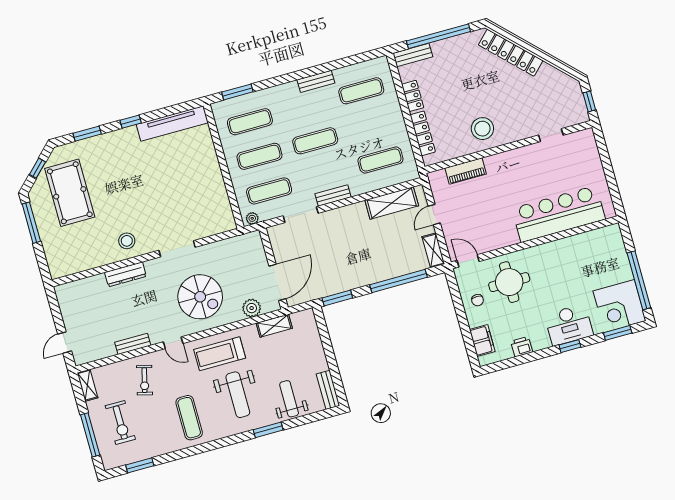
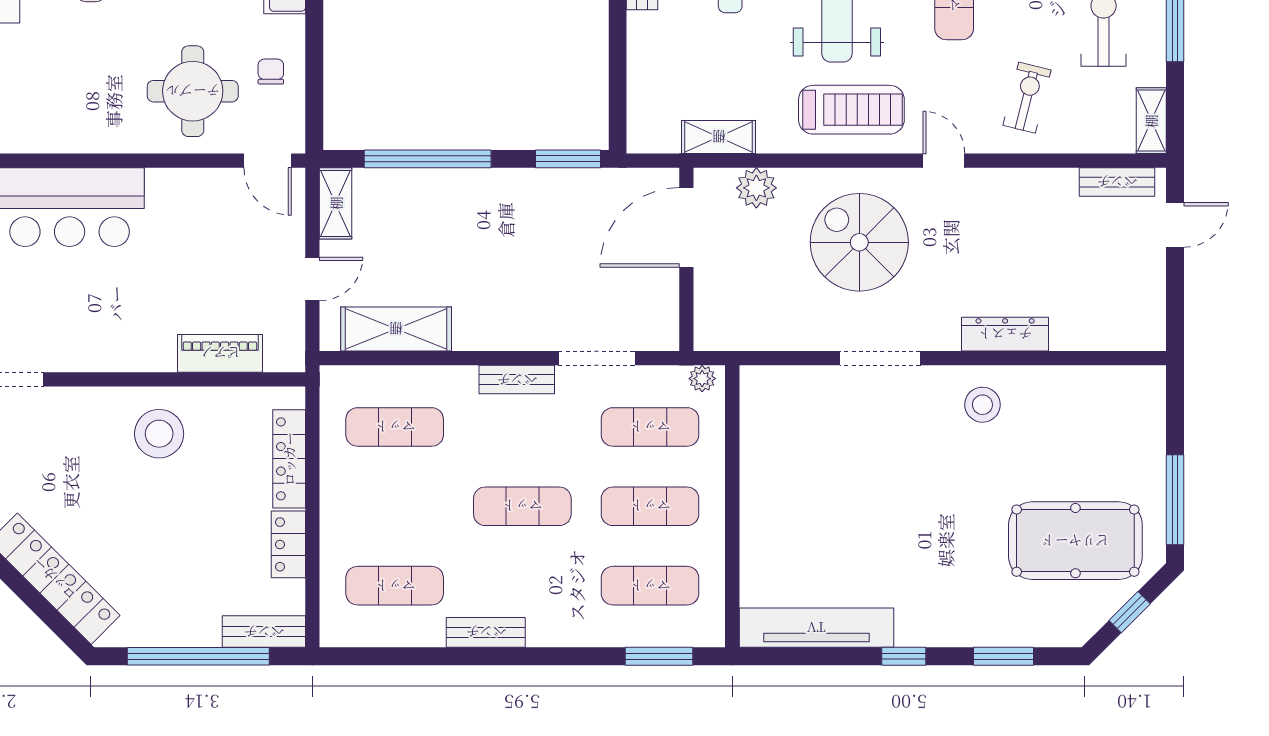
pool table: (70, 193) -> (1075, 541), turned 90
bench: (133, 344) -> (1117, 182), moved

